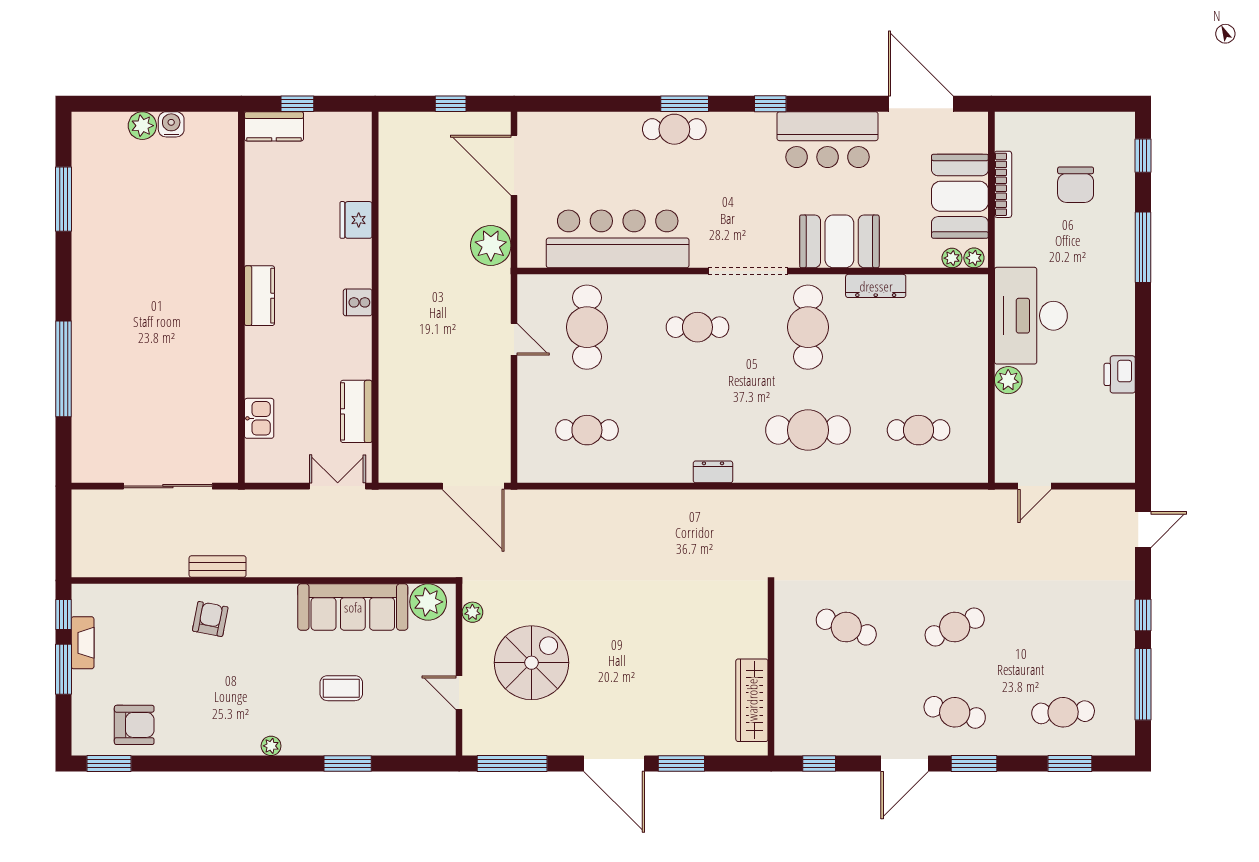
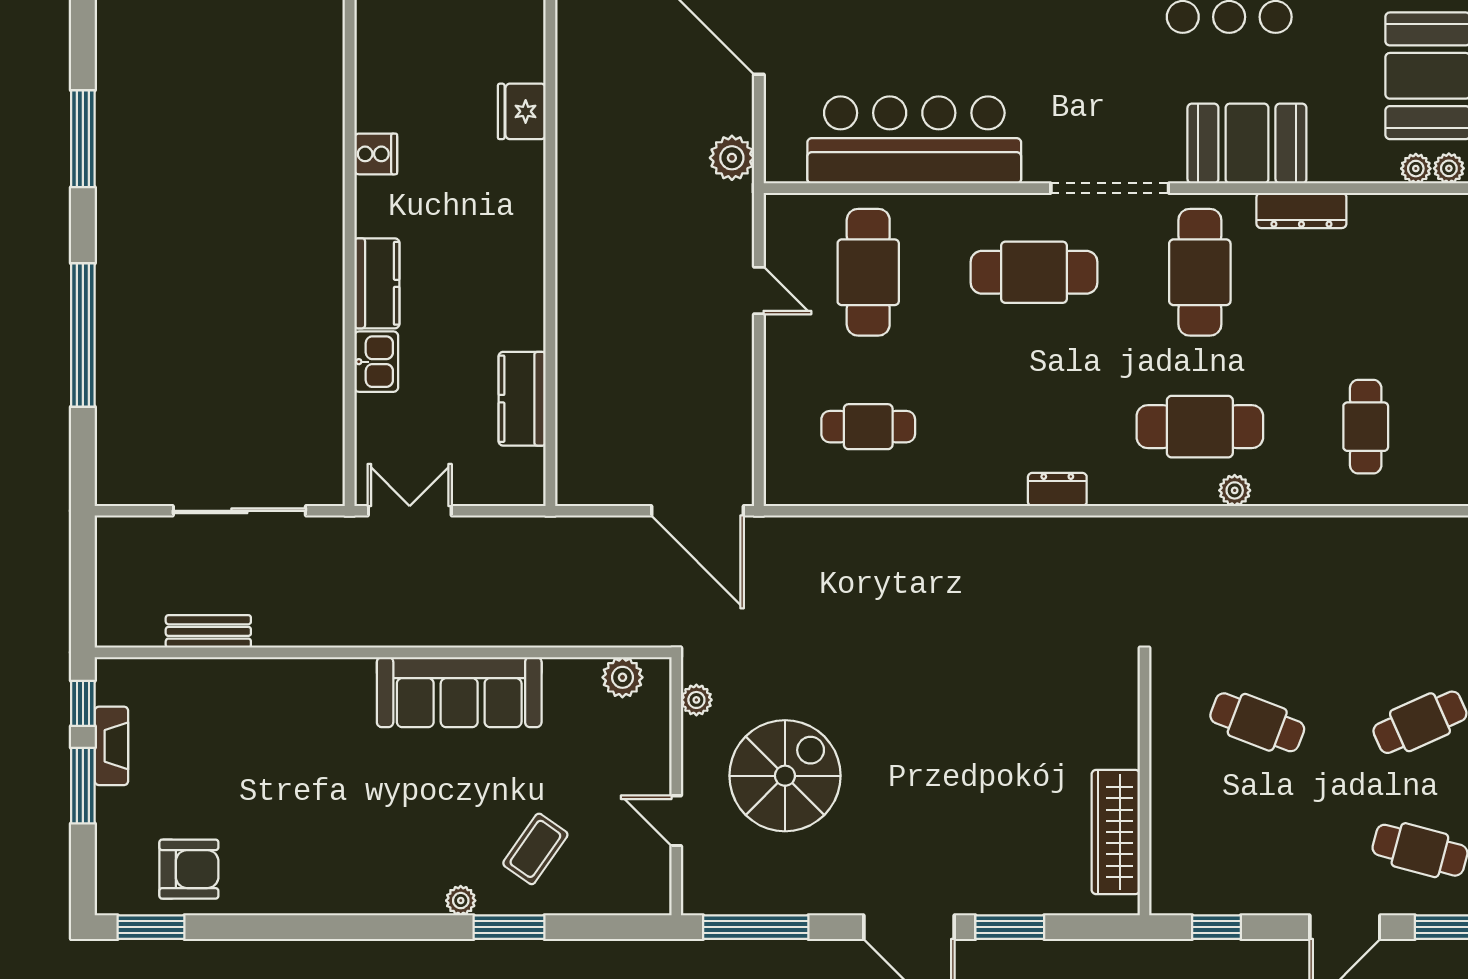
window: (64, 199) -> (83, 139), moved
plant: (491, 245) -> (732, 158), width x0.73, depth x0.73
kitchen counter: (260, 296) -> (377, 283), moved
cooker: (358, 302) -> (376, 154), moved, turned 180
cafe table: (697, 327) -> (1034, 272), width x1.37, depth x1.35
kitchen sink: (259, 418) -> (376, 362), moved
cafe table: (919, 430) -> (1366, 427), turned 90
plant: (831, 473) -> (1235, 490), added
double door: (338, 486) -> (410, 511), moved
bench: (218, 567) -> (208, 631), moved
plant: (428, 602) -> (622, 677), width x0.73, depth x0.73
sofa: (353, 607) -> (459, 692), moved
armchair: (210, 619) -> (303, 710), removed
coffee table: (341, 688) -> (535, 849), moved, turned -55
plant: (271, 746) -> (461, 901), moved

